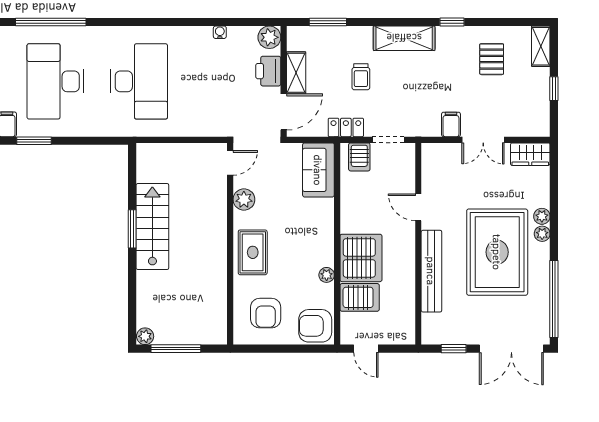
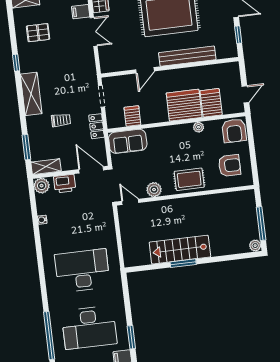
shelving: (296, 73) -> (46, 167), moved
filing cabinet: (451, 124) -> (81, 12), moved
server rack: (359, 157) -> (132, 116), moved, turned -90

